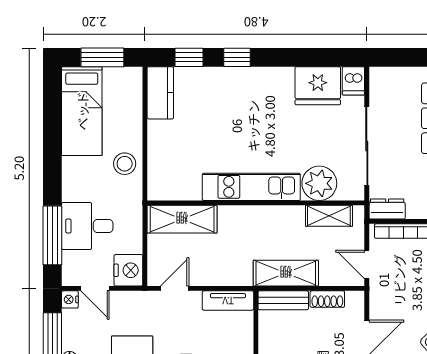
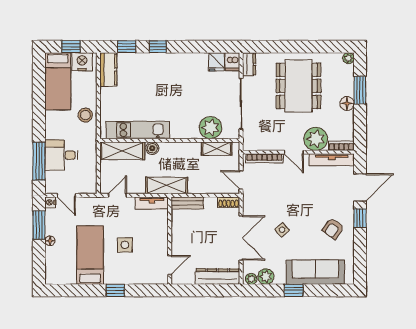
window: (102, 57) -> (71, 47), width x0.67
fridge: (318, 86) -> (216, 62), width x0.53, depth x0.75
kitchen unit: (251, 187) -> (138, 130), moved
dresser: (387, 209) -> (249, 64), moved, turned 90
boiler: (229, 215) -> (152, 148), added
nightstand: (128, 270) -> (82, 62), moved, turned -90
shelving: (286, 273) -> (167, 185), moved
shoe rack: (327, 299) -> (229, 202), moved

